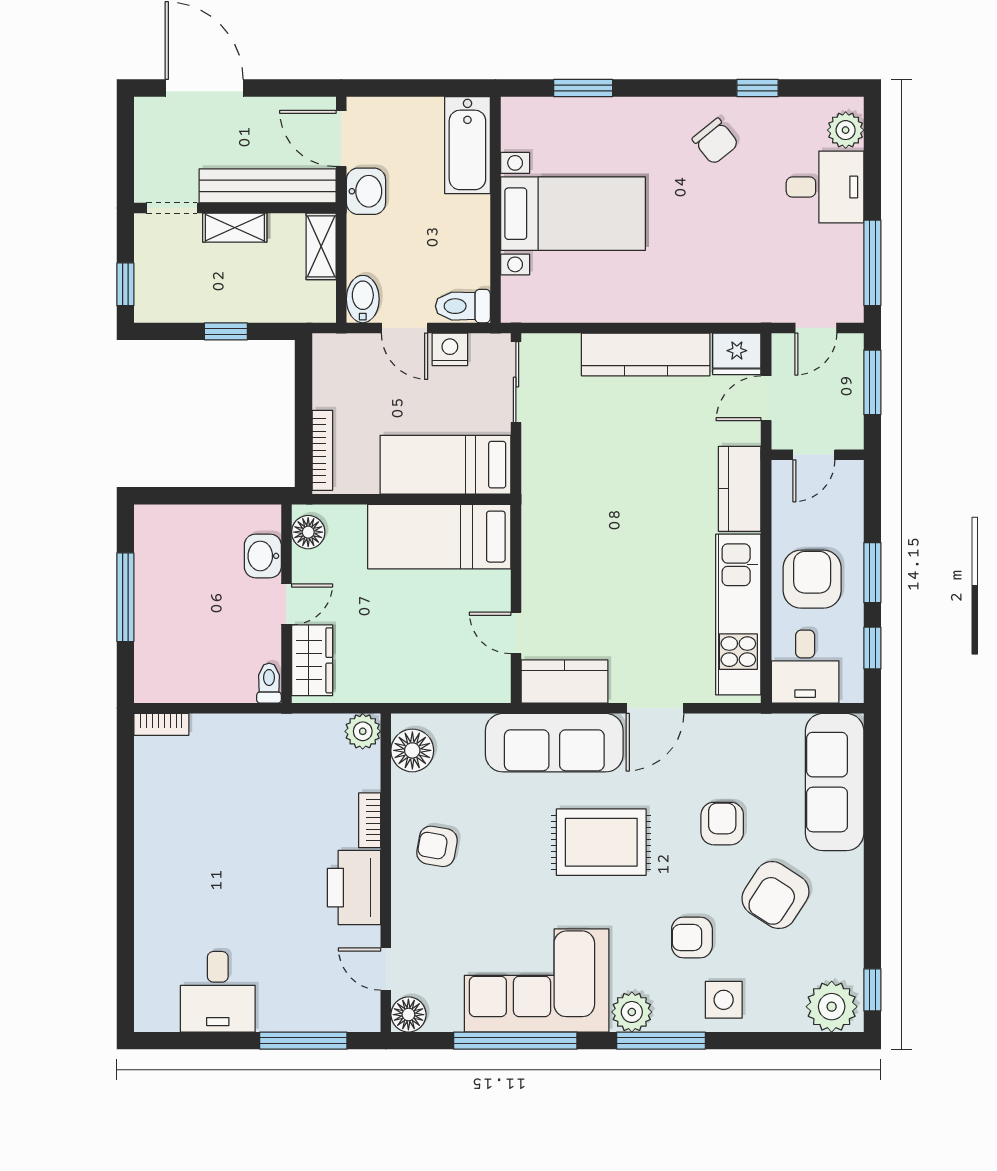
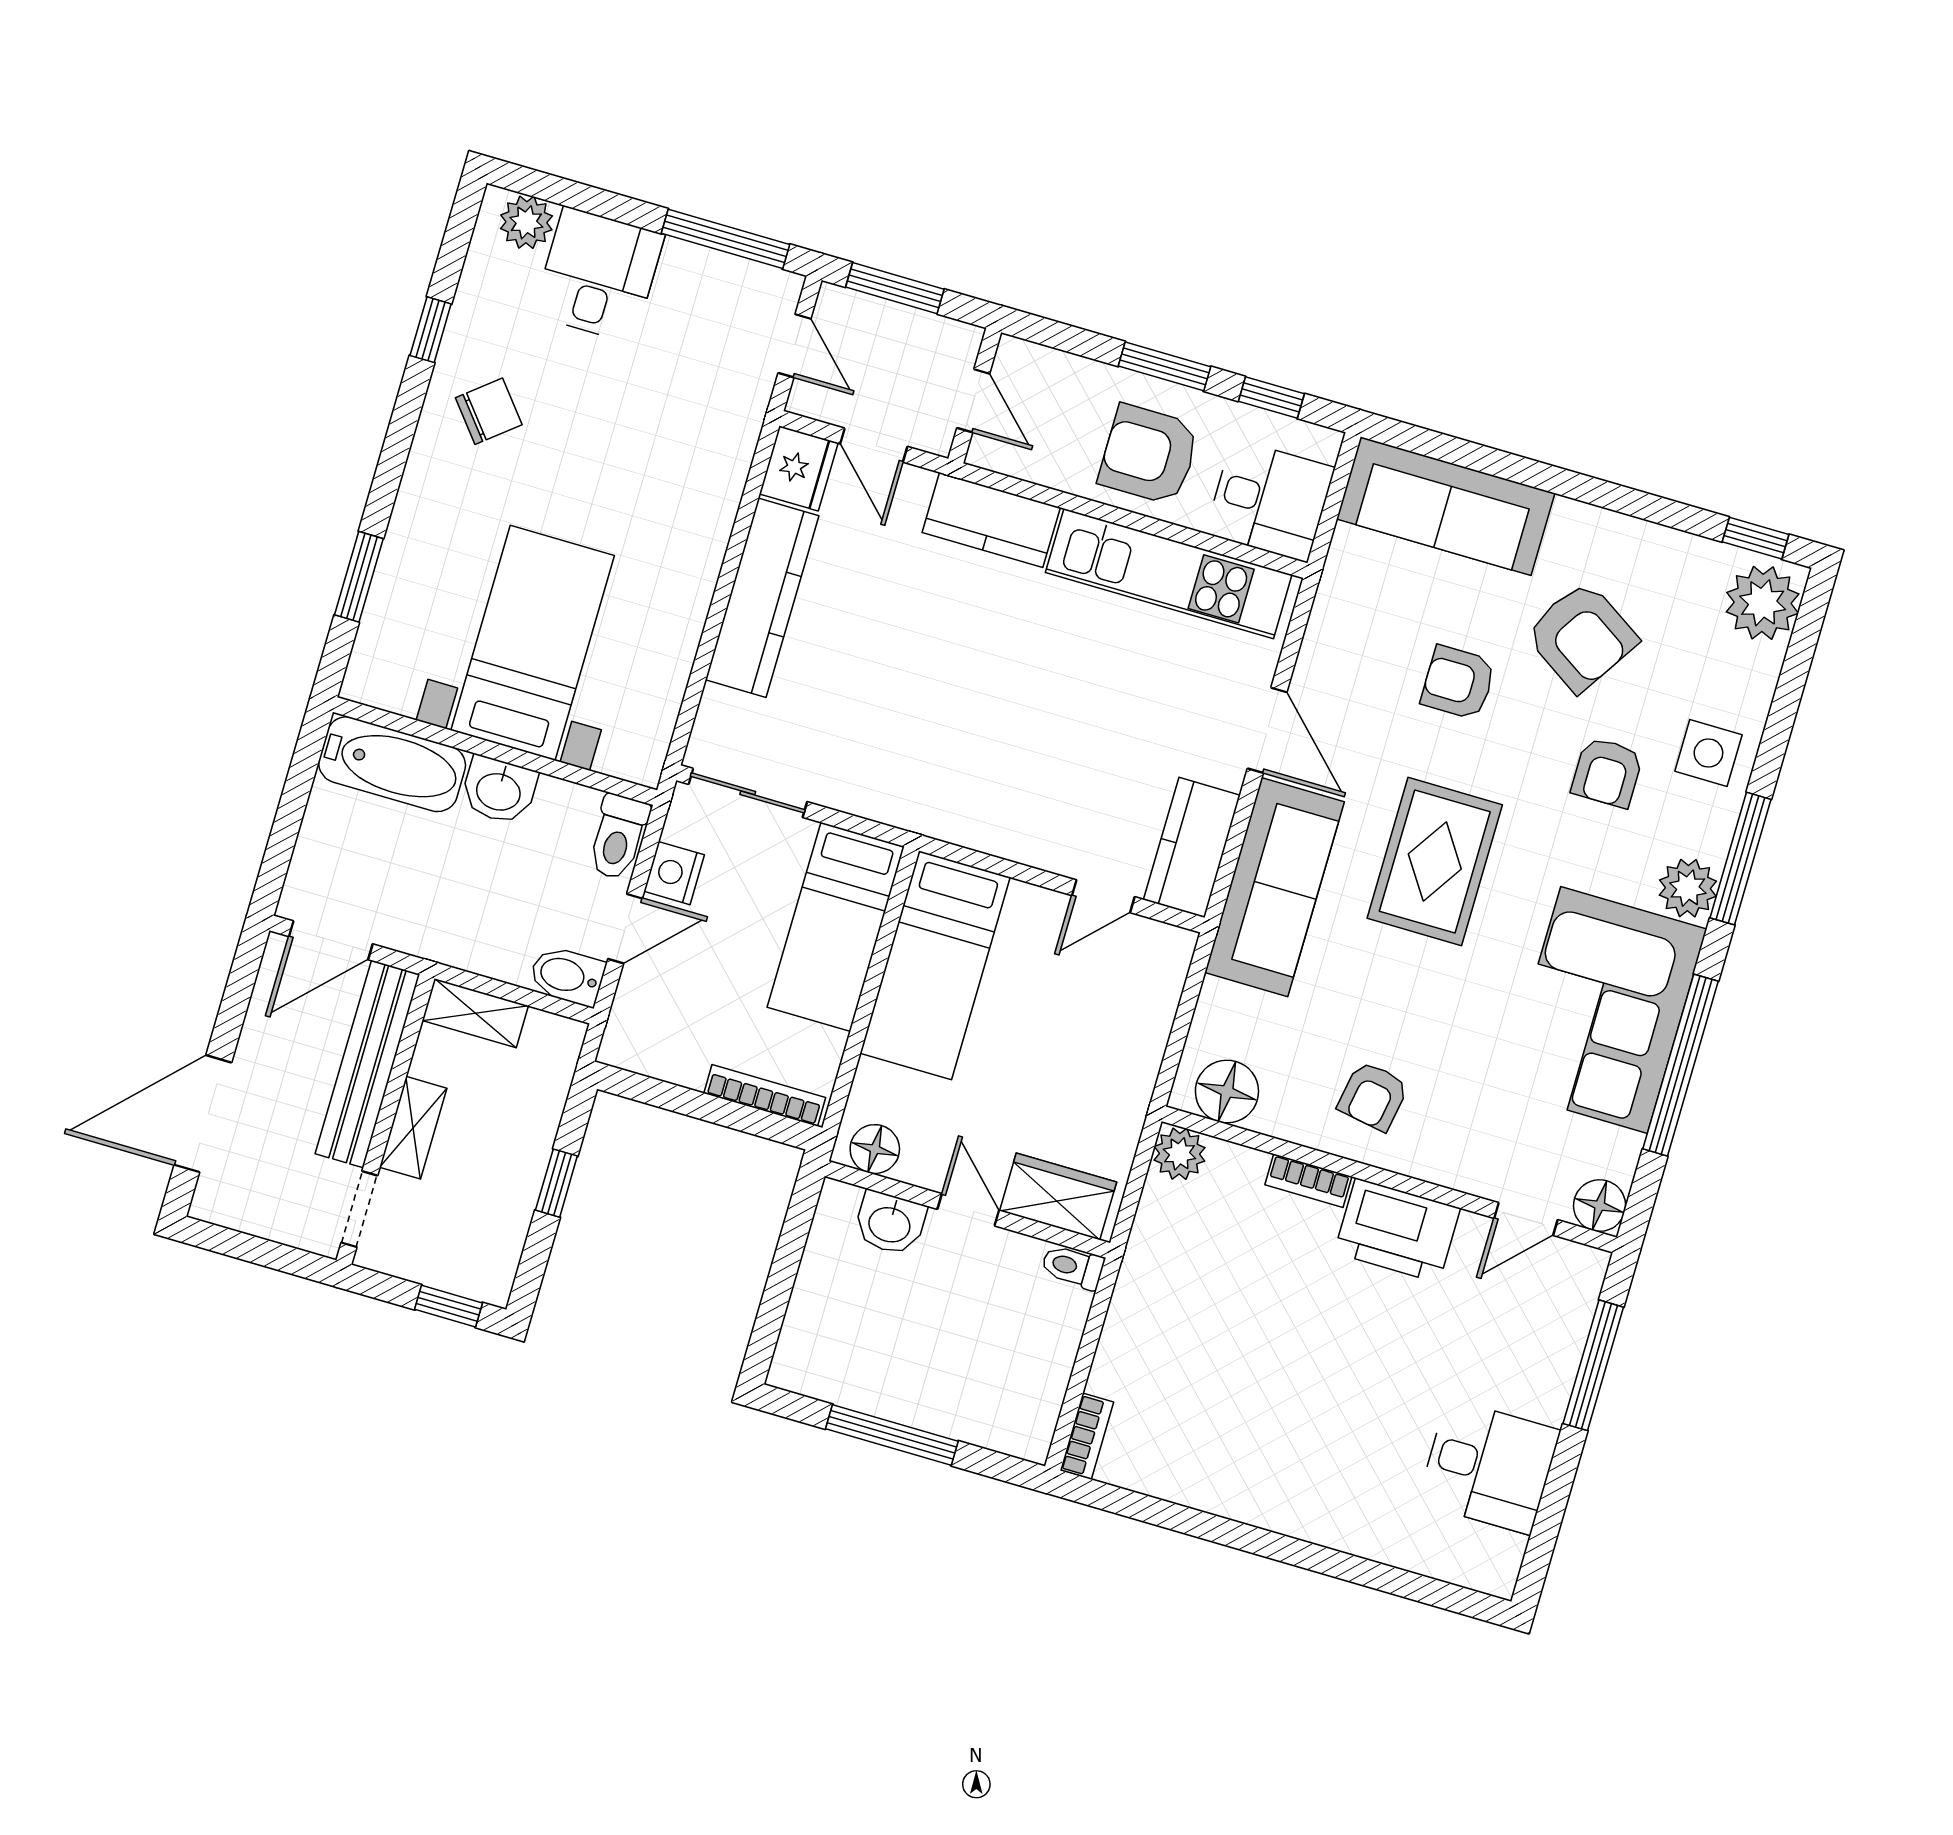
washbasin: (366, 191) -> (499, 790), moved, turned 180

